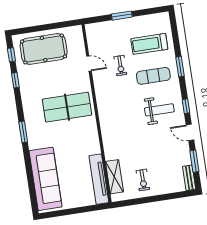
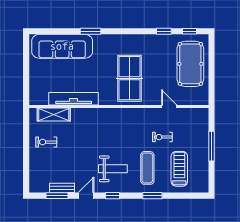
window: (122, 16) -> (211, 146), width x1.44
door: (89, 63) -> (169, 106), swing flipped
weight bench: (159, 110) -> (113, 169), turned -90
window: (23, 132) -> (90, 31), moved
bench: (189, 178) -> (62, 188), moved
tv unit: (99, 179) -> (74, 99), moved

